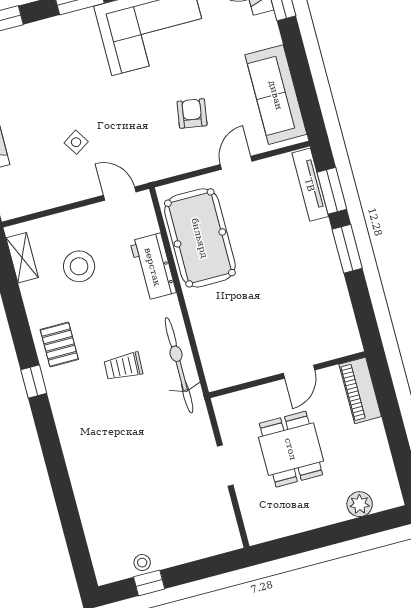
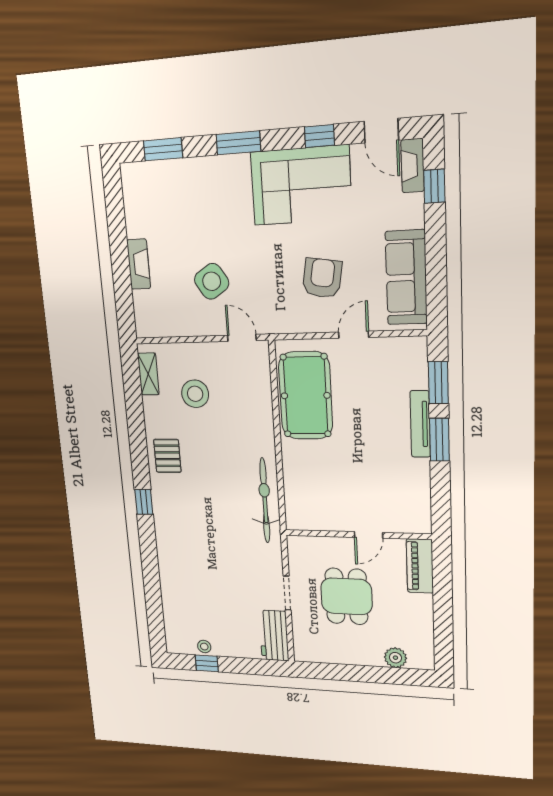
armchair: (192, 113) -> (322, 278), width x1.38, depth x1.38
side table: (76, 142) -> (212, 281), width x1.87, depth x1.87
tv unit: (310, 185) -> (420, 424), moved
workbench: (153, 267) -> (274, 636), moved
trolley: (123, 366) -> (217, 489), removed
window: (34, 382) -> (144, 502), moved

